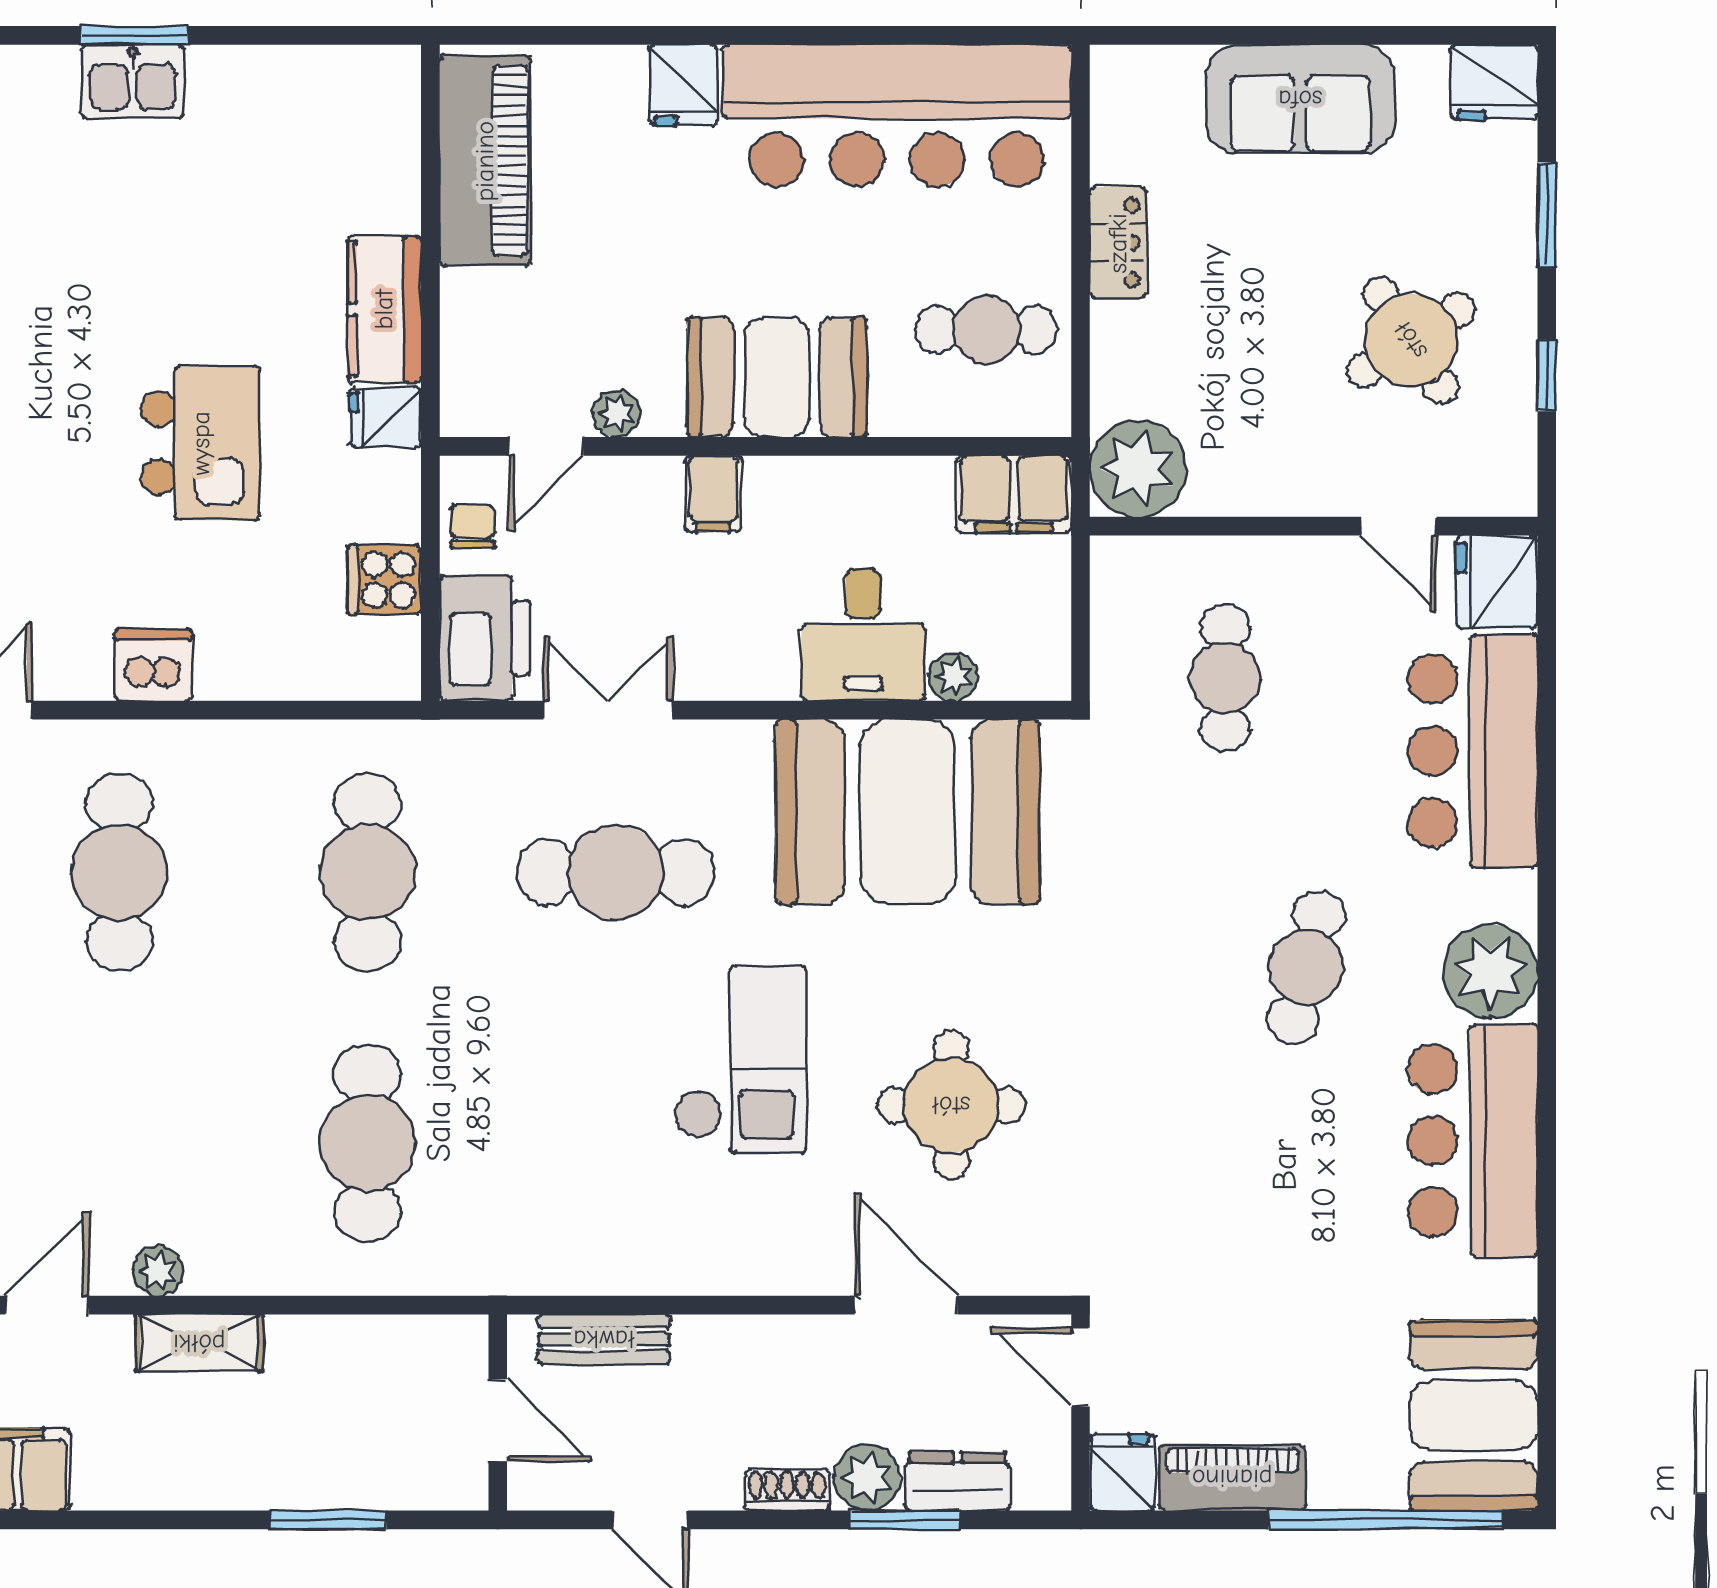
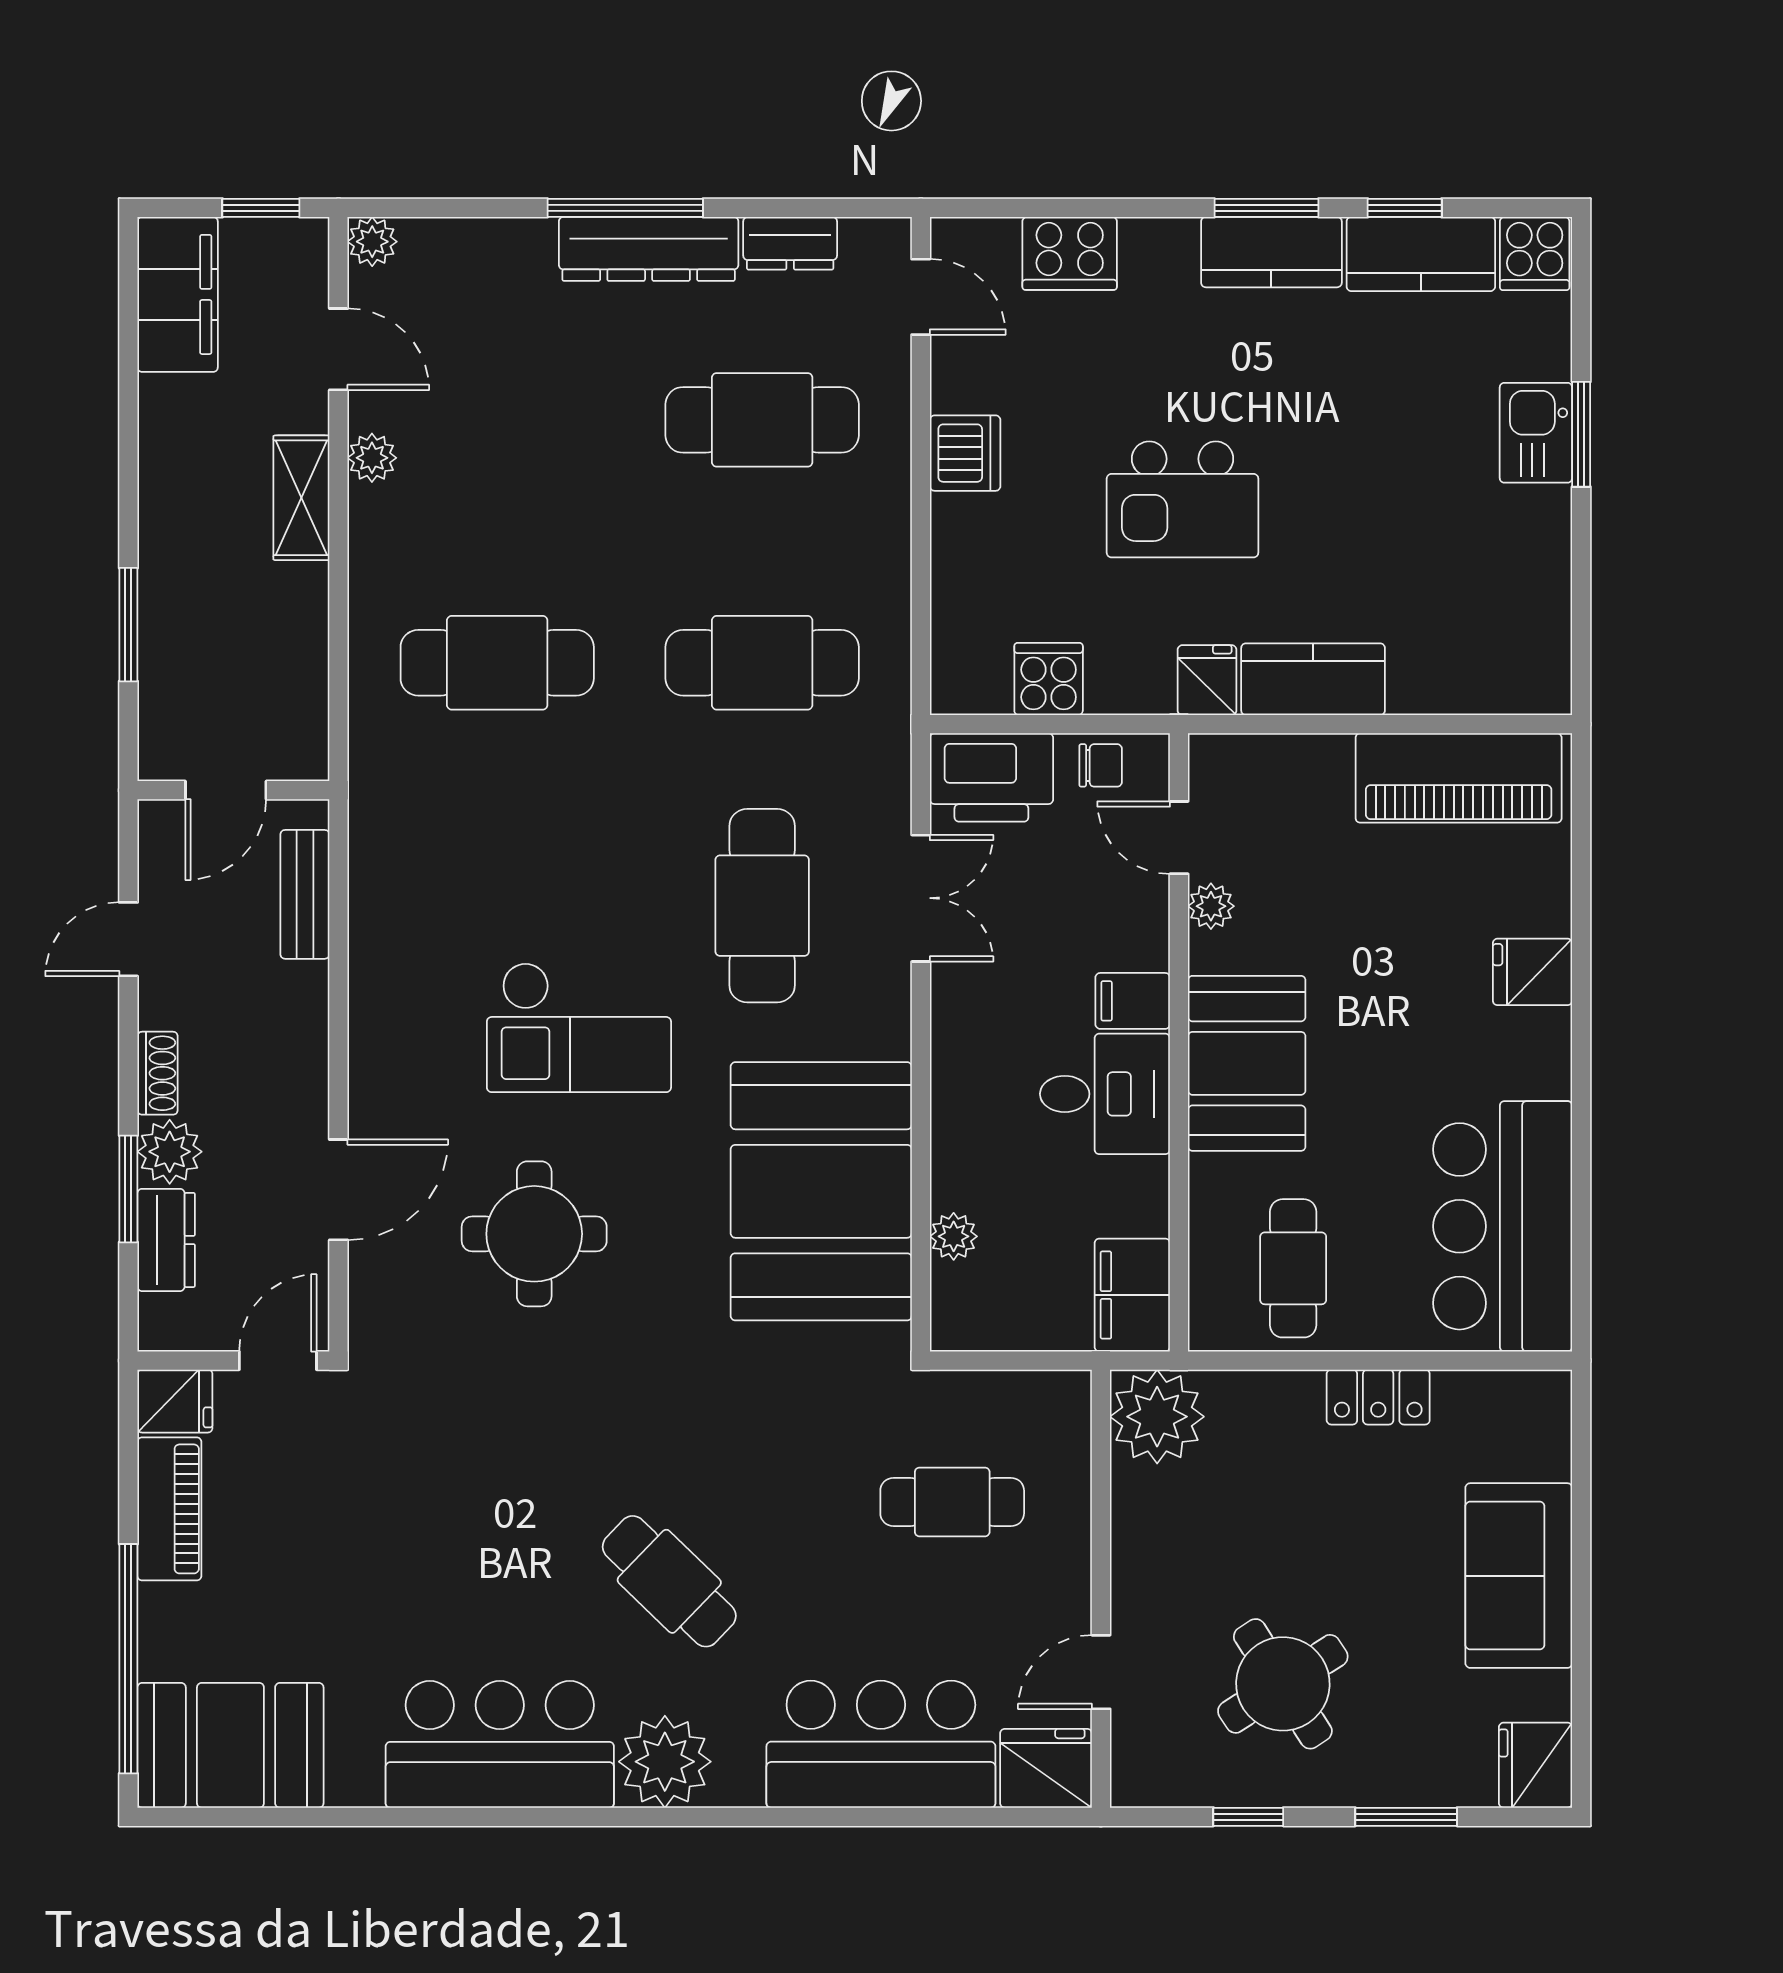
bar counter: (897, 116) -> (1503, 1226), width x0.73
desk: (863, 634) -> (1105, 1094), moved, turned 180
cafe table: (1306, 967) -> (669, 1581), turned 30

